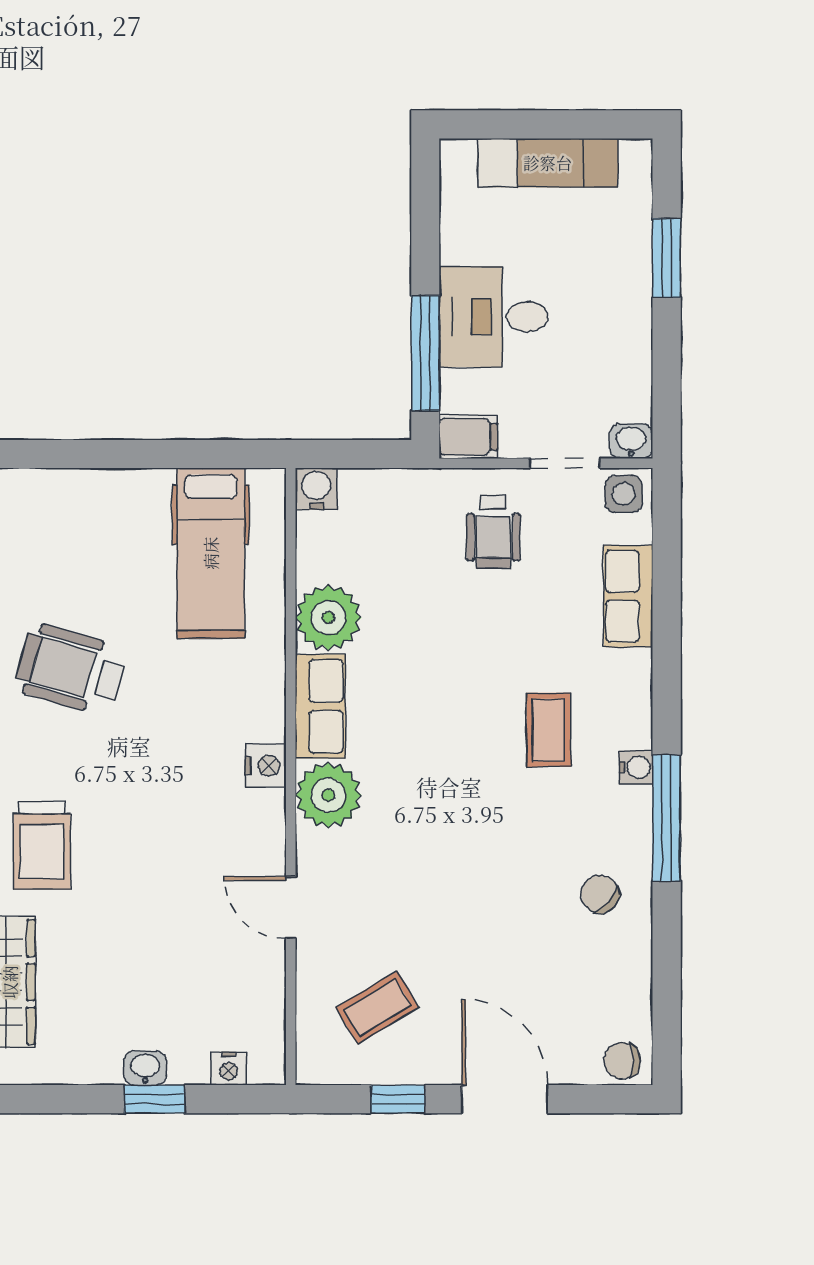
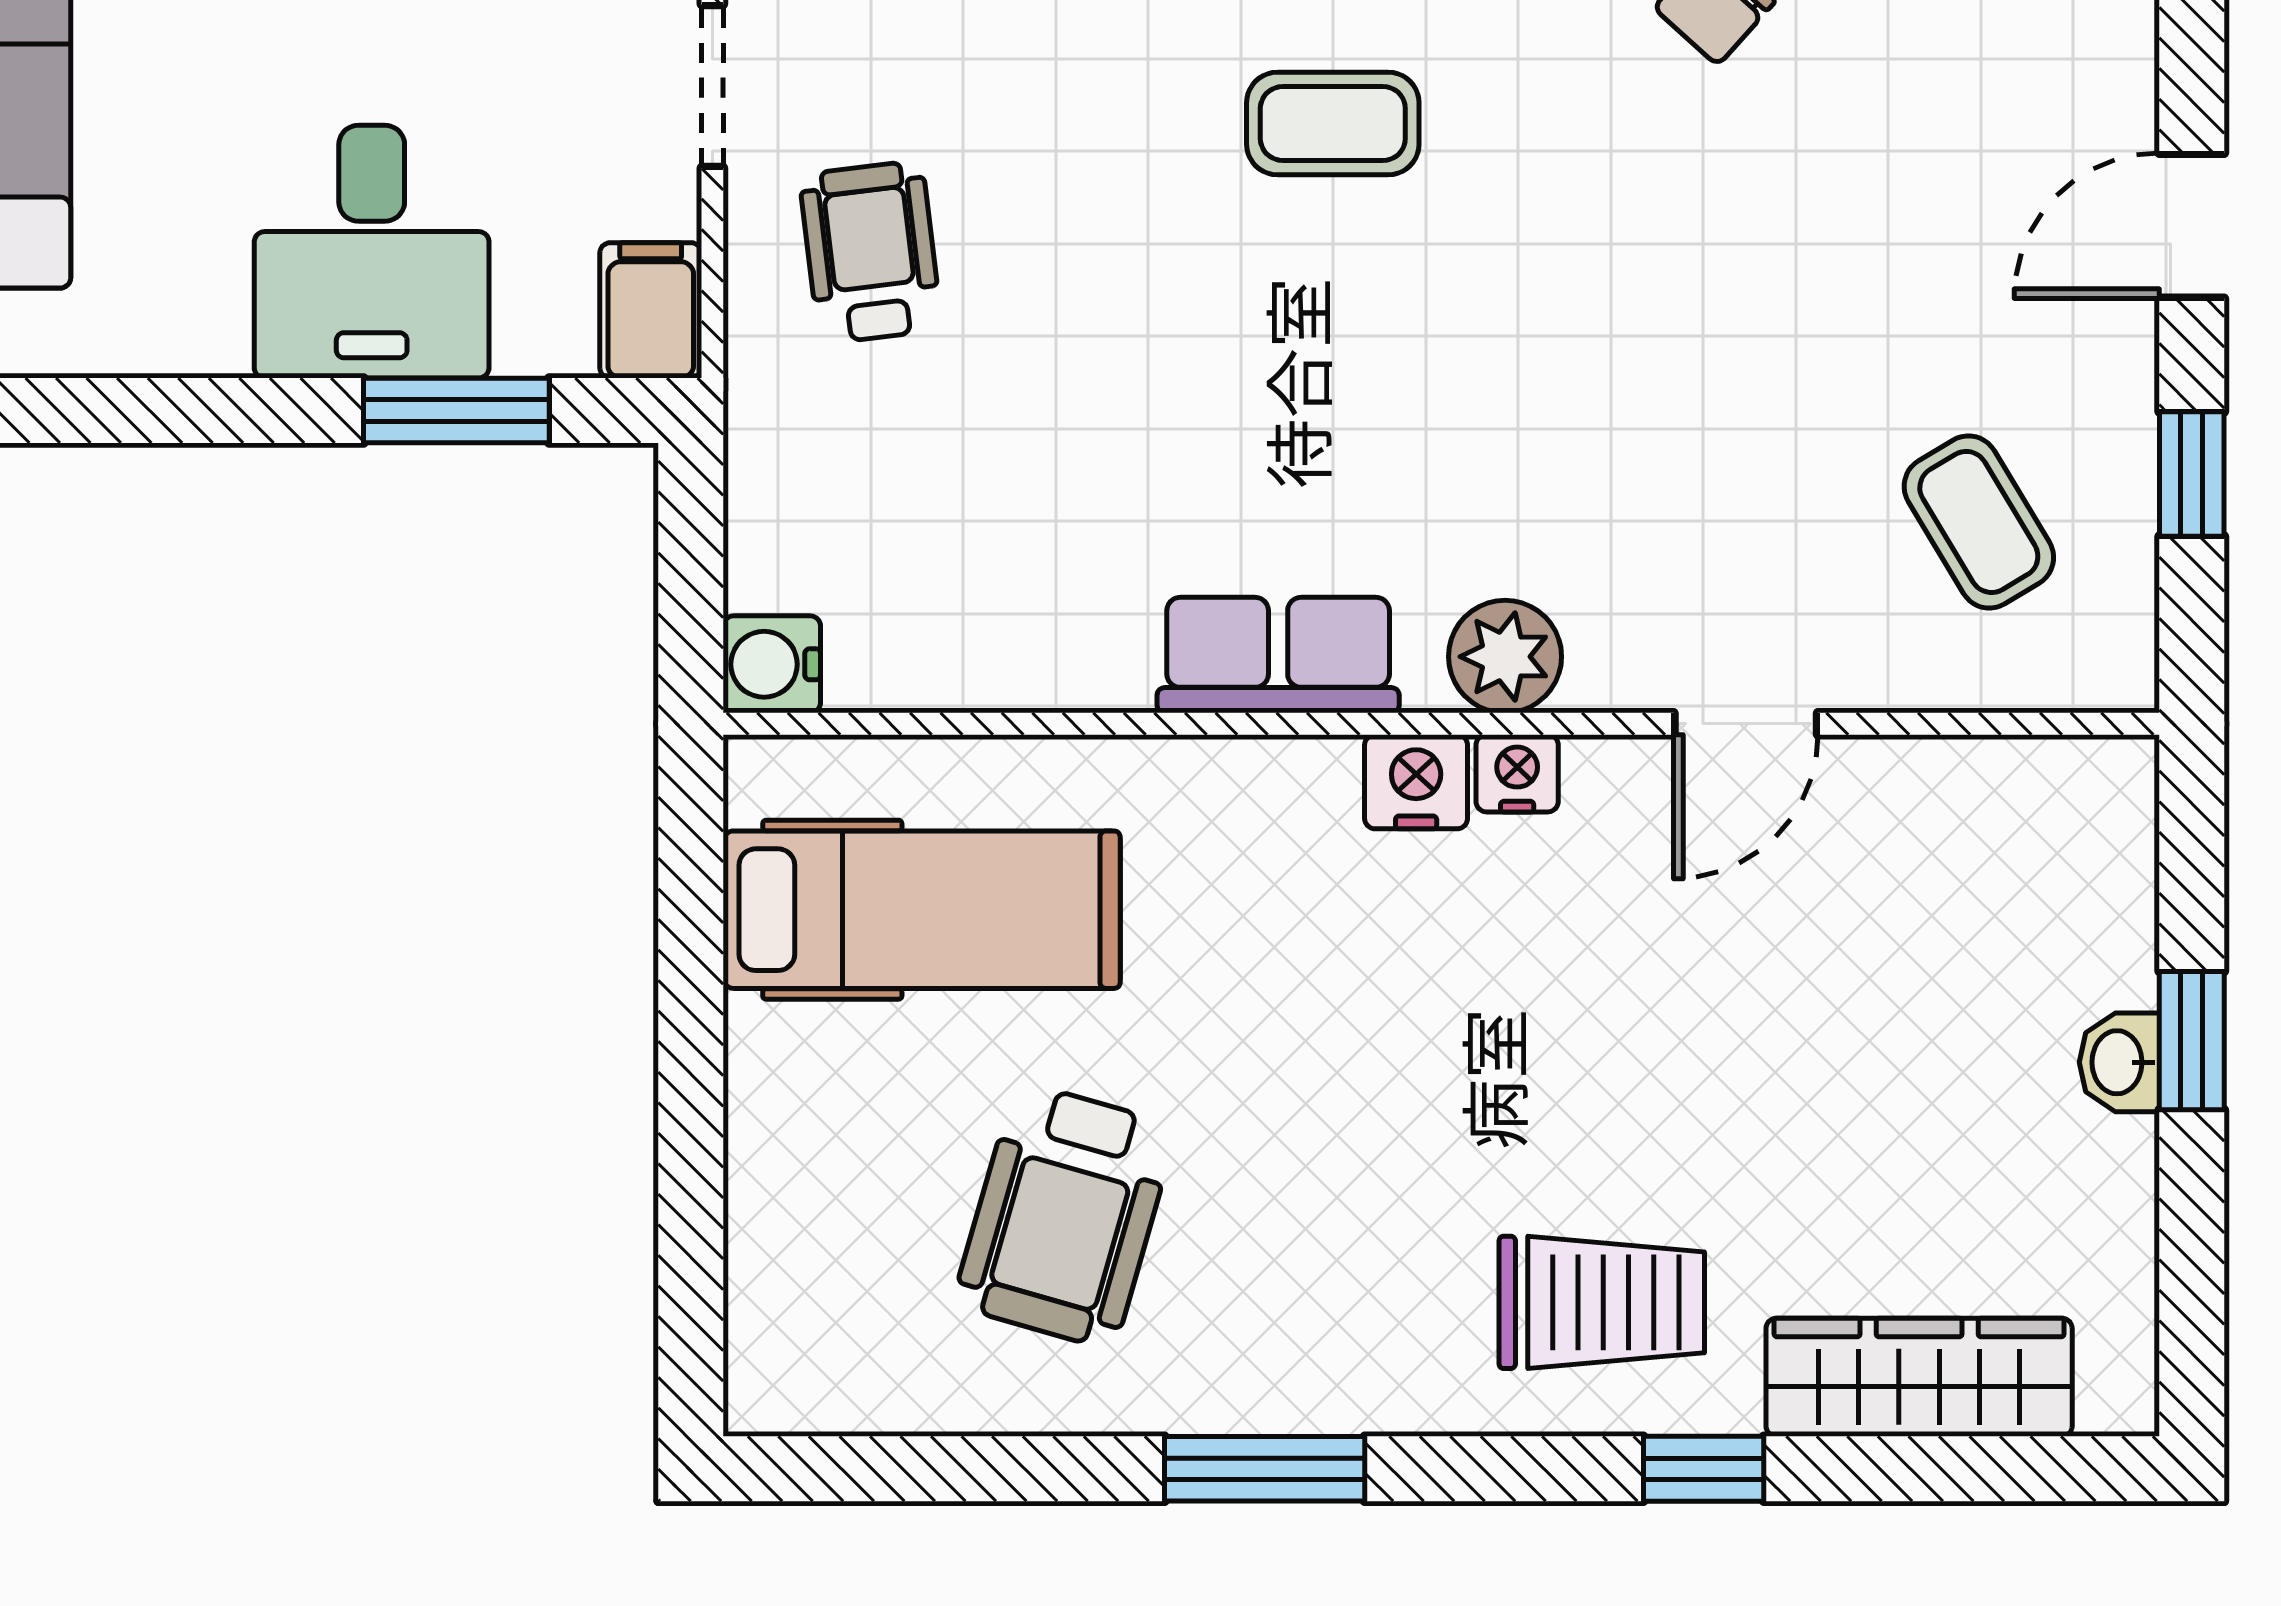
window: (425, 353) -> (456, 411), width x0.69
wheelchair: (493, 531) -> (871, 252), turned -97
plant: (328, 618) -> (1072, 636), removed
wheelchair: (71, 669) -> (1065, 1215), moved
plant: (328, 795) -> (1505, 657), width x0.73, depth x0.73
nightstand: (229, 1069) -> (1517, 773), moved, turned -90
door: (505, 1099) -> (2192, 226), width x0.73

